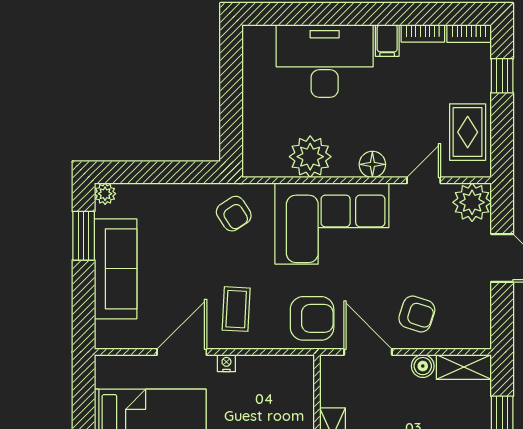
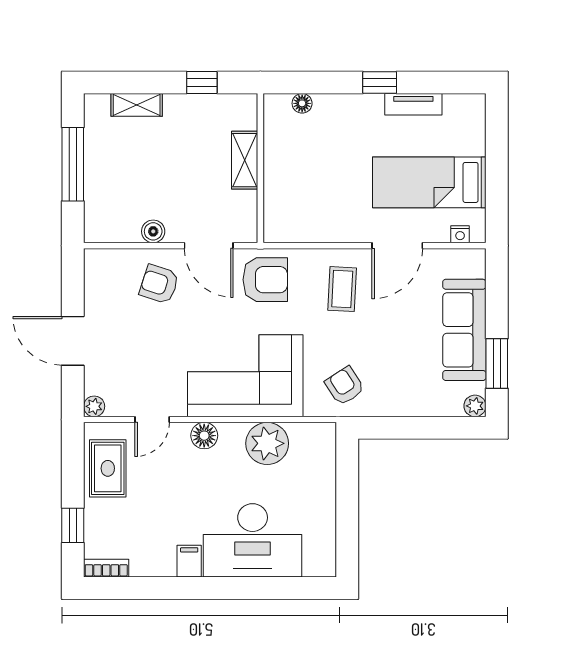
bookcase: (423, 33) -> (153, 568), removed
plant: (472, 202) -> (94, 406), width x0.53, depth x0.53
armchair: (312, 318) -> (265, 280), turned 180
nightstand: (226, 363) -> (460, 234), moved
shelving: (464, 367) -> (112, 230), removed

